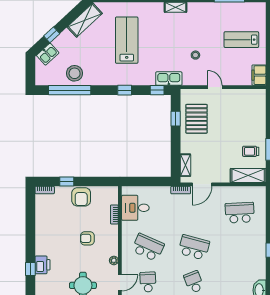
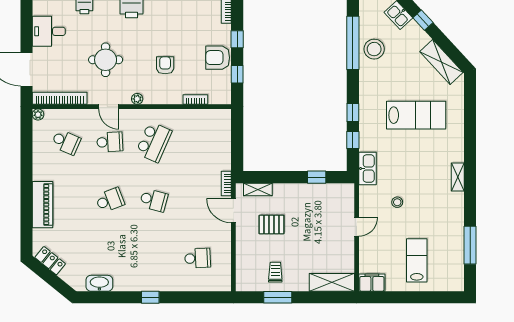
window: (157, 90) -> (353, 140), moved
pallet: (196, 119) -> (272, 225), moved, width x0.67, depth x0.71
shelving: (248, 176) -> (332, 282), moved, turned 90
window: (94, 181) -> (237, 74), added
desk: (135, 208) -> (204, 126), removed
school desk: (240, 213) -> (198, 258), width x0.54
school desk: (194, 247) -> (154, 200), width x0.54

